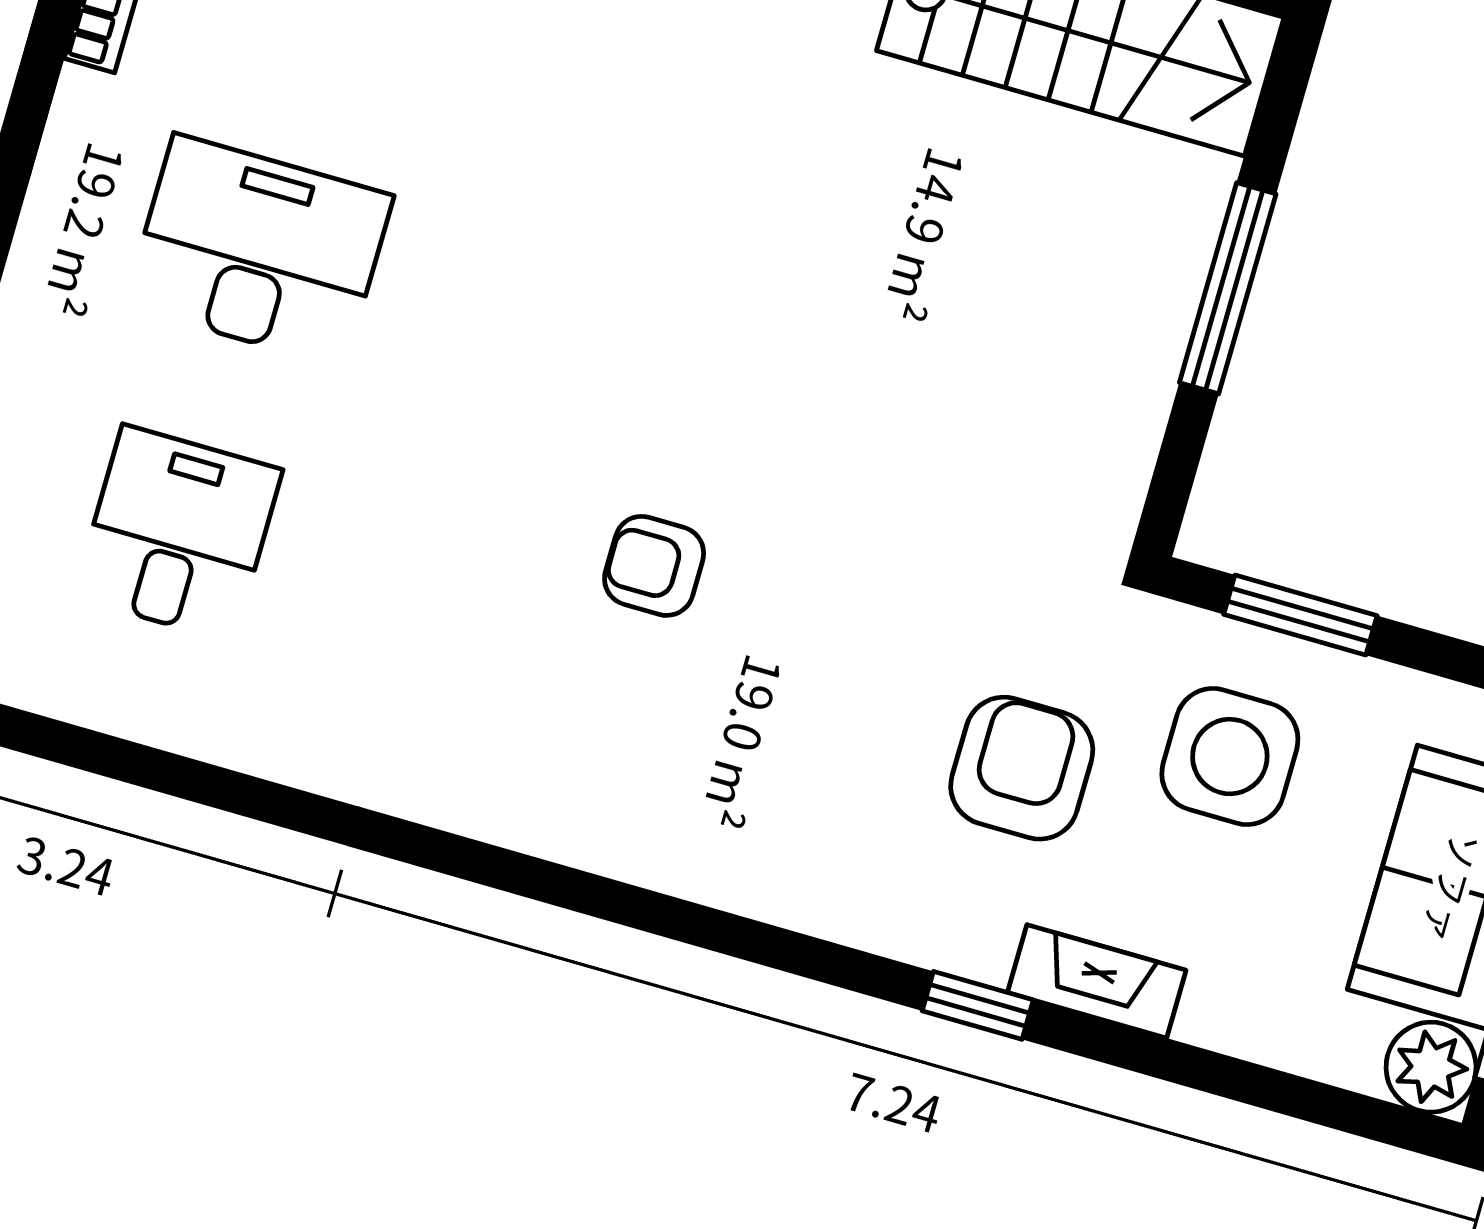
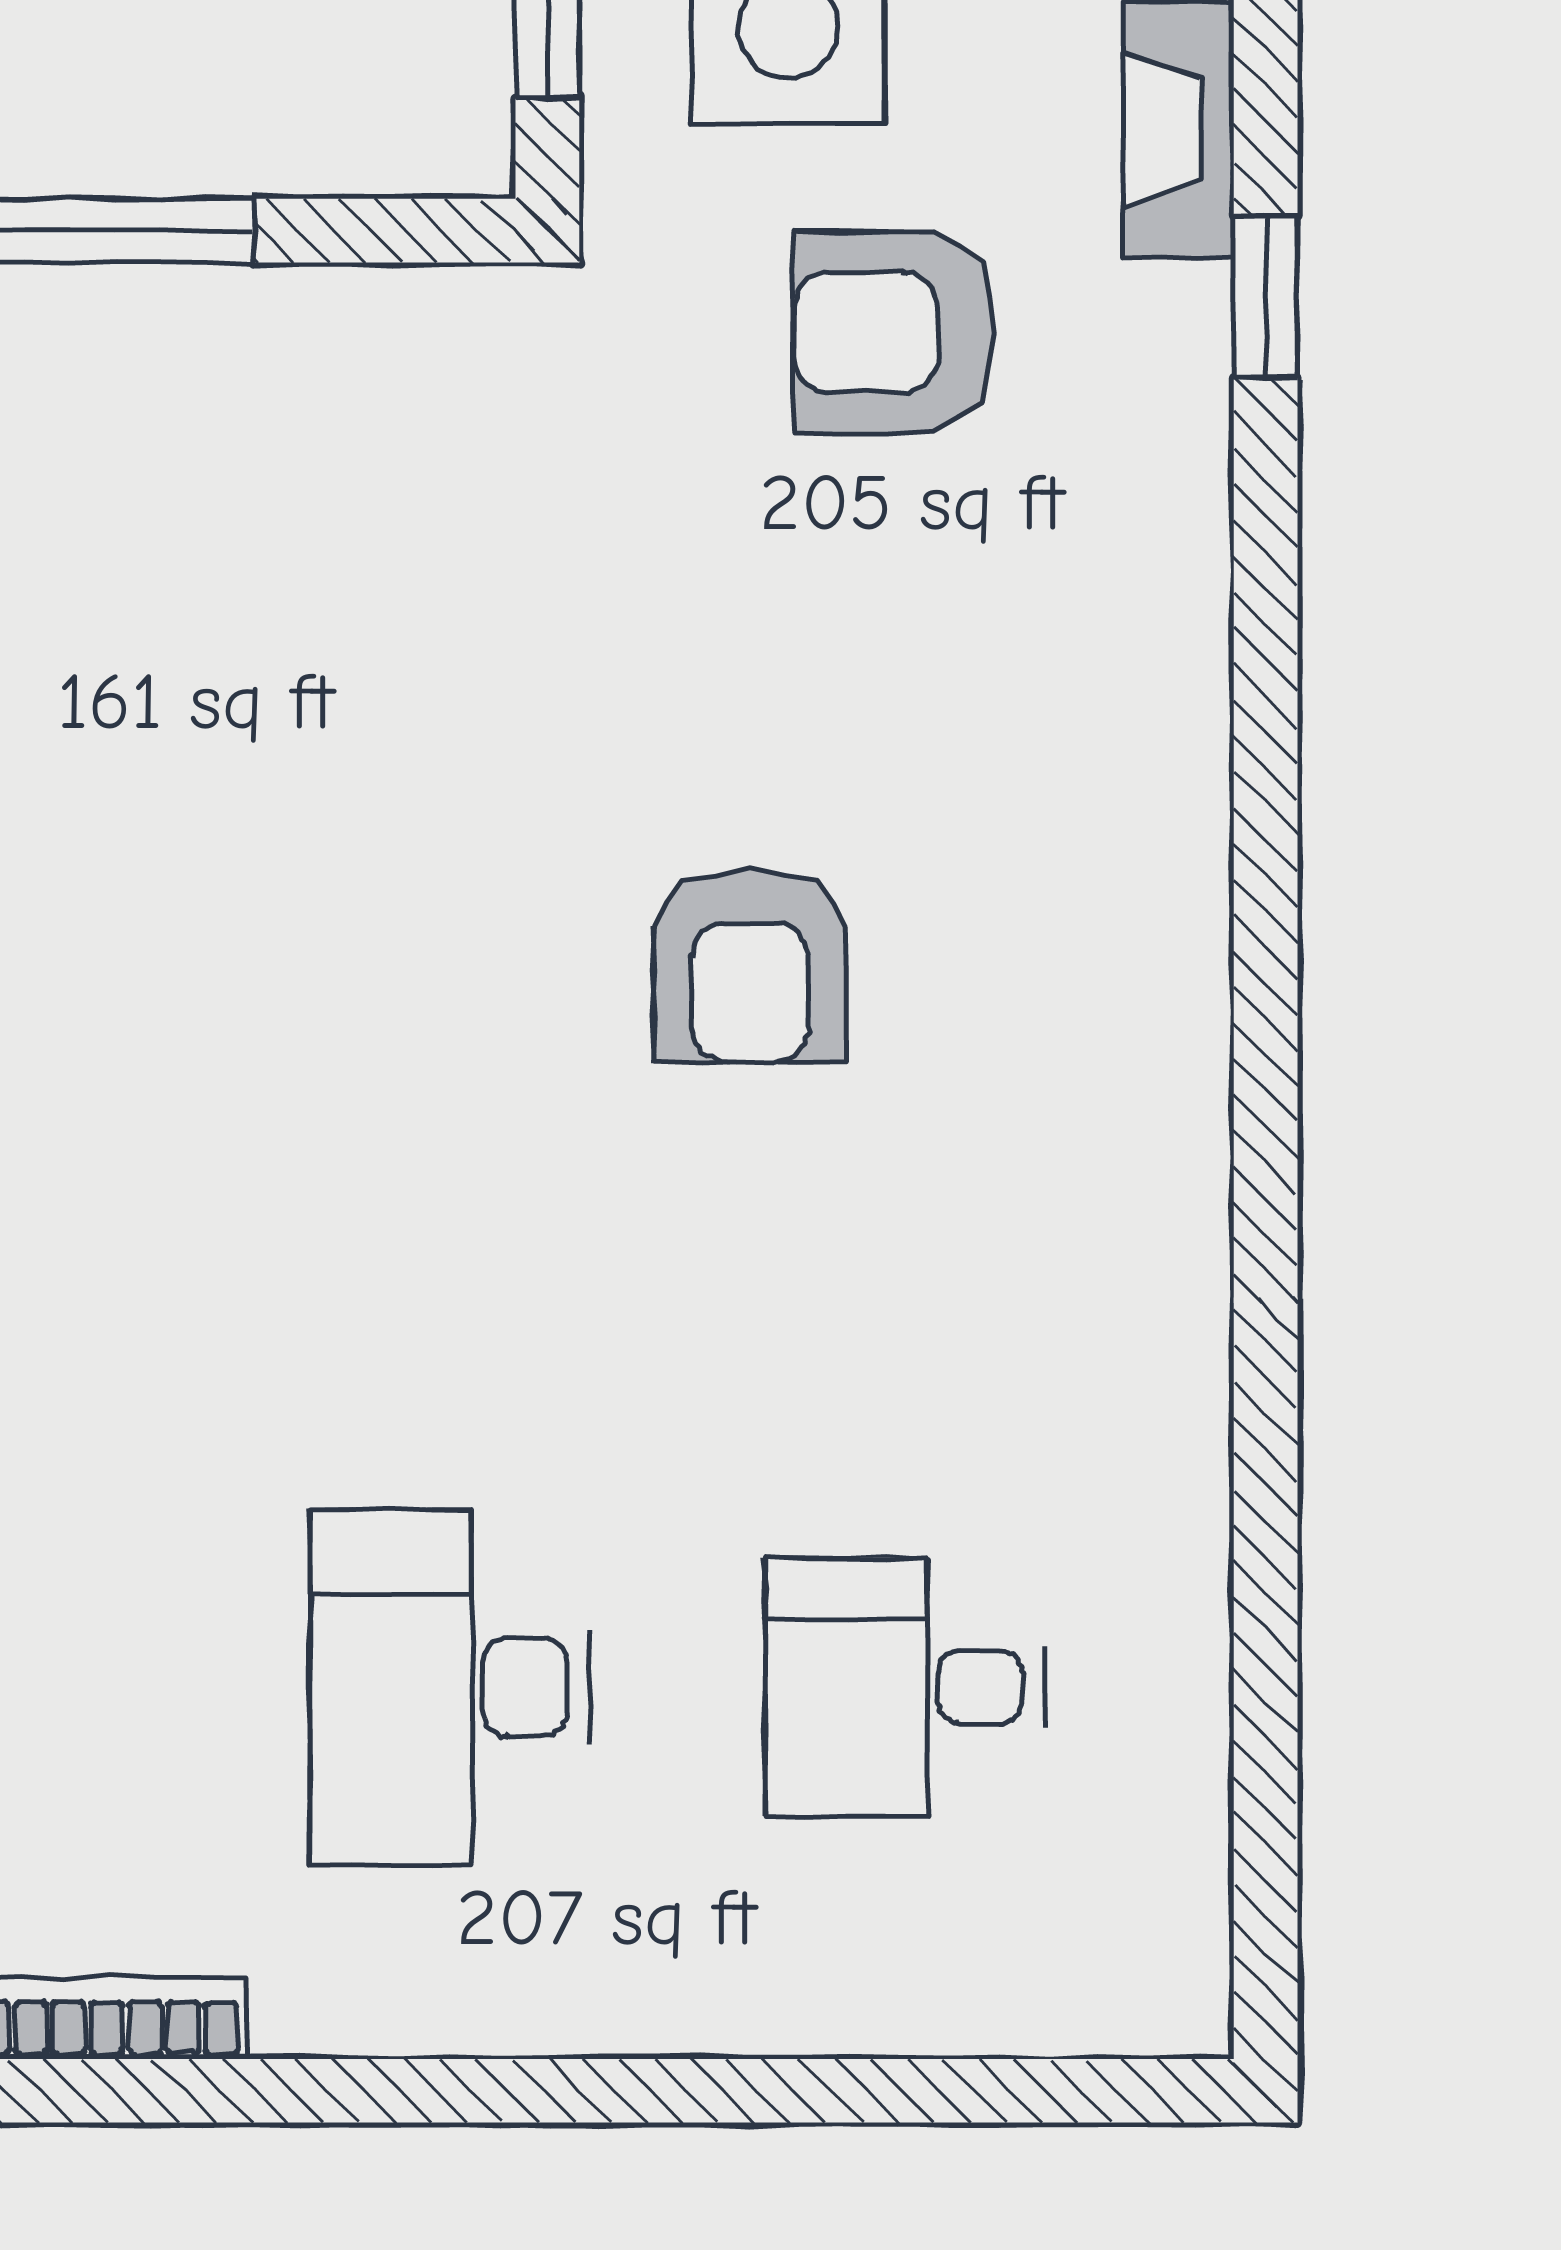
armchair: (654, 566) -> (750, 965), width x1.38, depth x1.38

